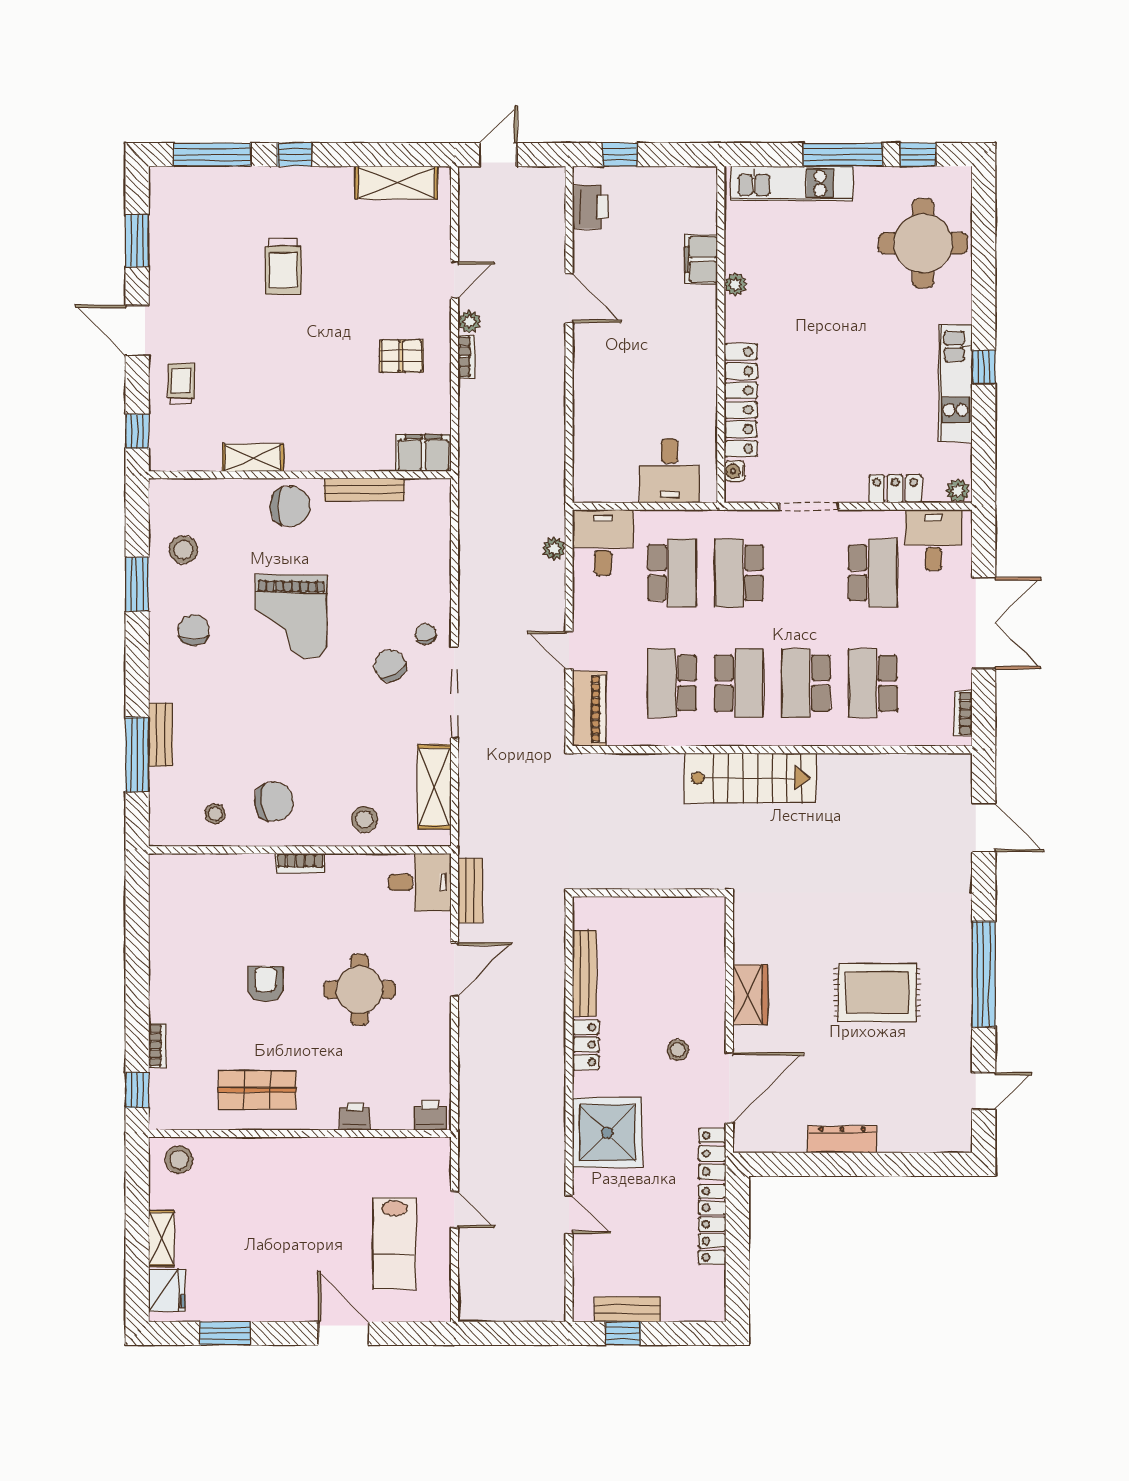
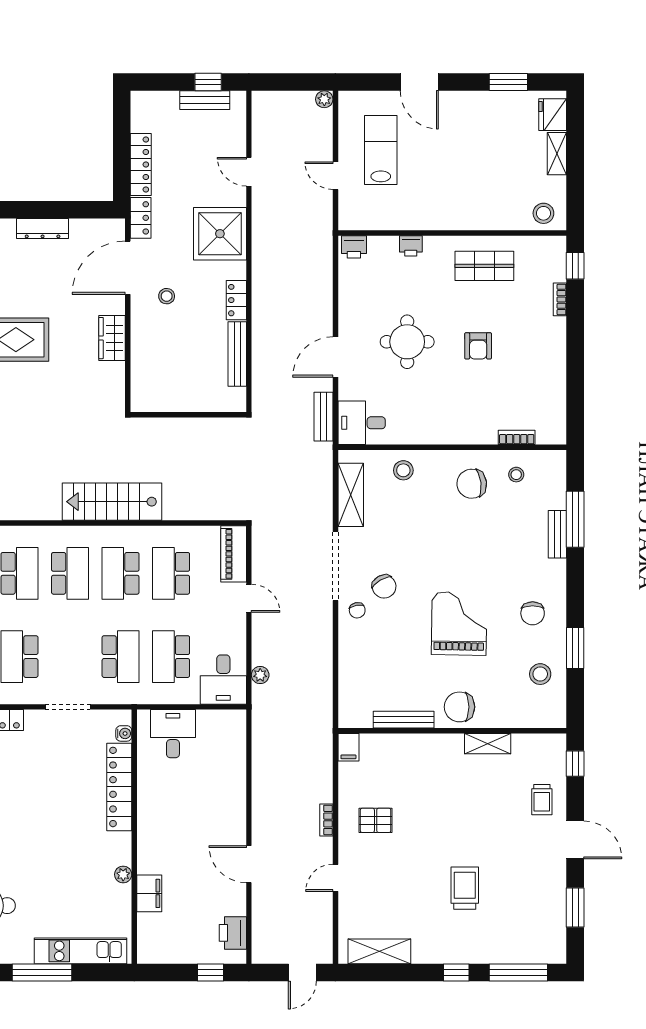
plant: (469, 322) -> (324, 99), moved
filing cabinet: (423, 453) -> (348, 747), width x0.50
school desk: (672, 683) -> (171, 573), turned 180
bookcase: (300, 863) -> (517, 437), moved

